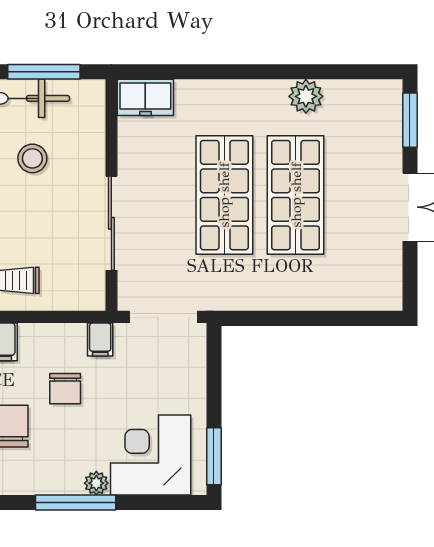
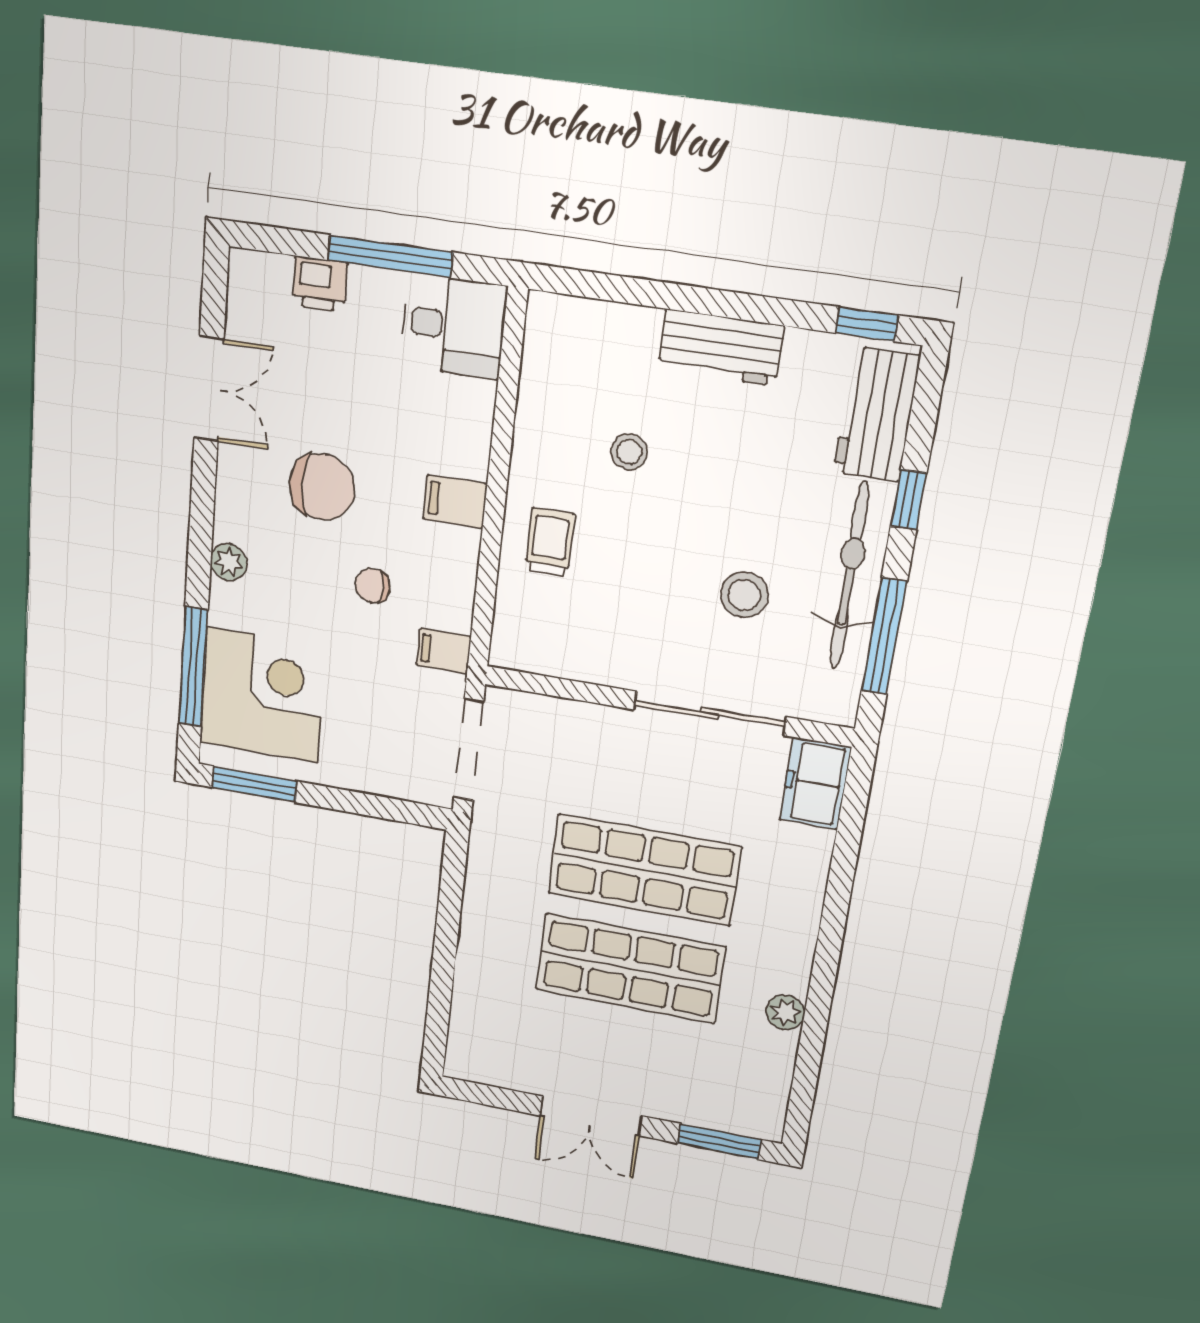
plant: (306, 96) -> (786, 1012), width x0.73, depth x0.73
sliding door: (111, 223) -> (710, 713), moved
chair: (65, 389) -> (373, 586), width x0.73, depth x0.73
plant: (96, 483) -> (229, 562), moved
window: (76, 502) -> (193, 667), moved

